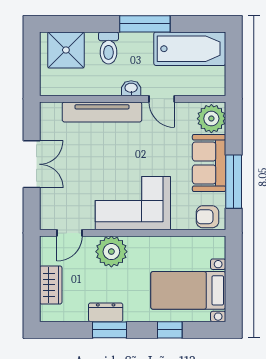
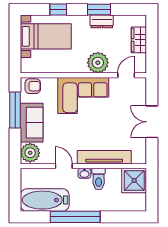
window: (145, 24) -> (75, 217), width x1.46
toilet: (109, 48) -> (99, 179), moved, turned 180
shower: (66, 50) -> (134, 180), moved

